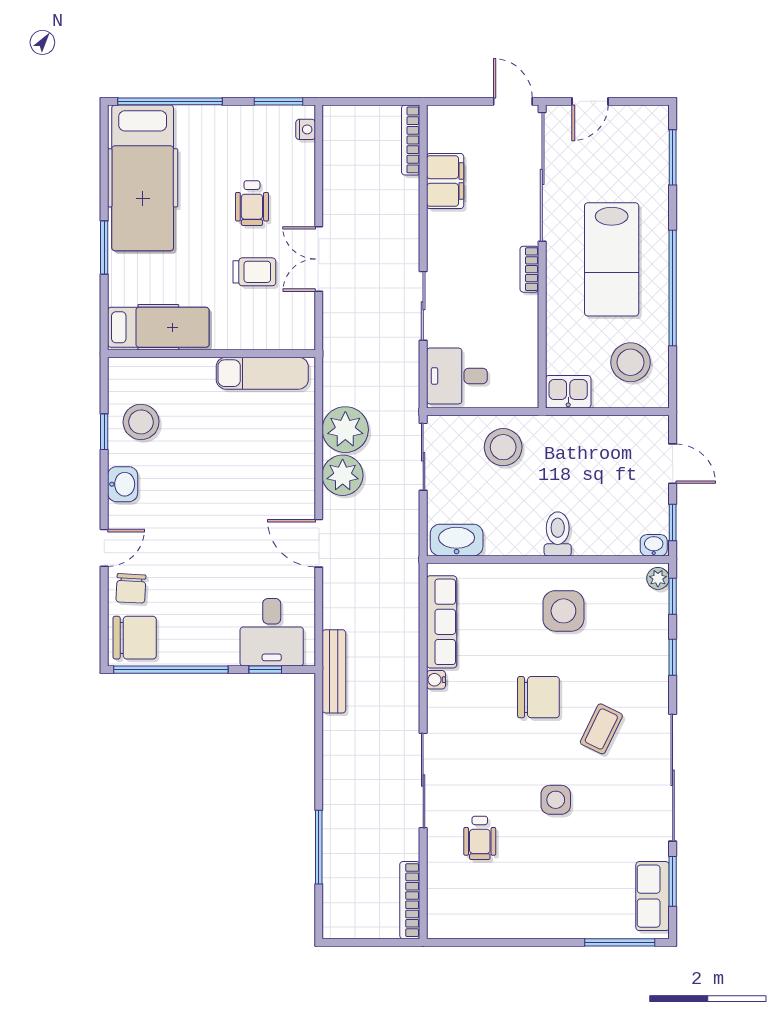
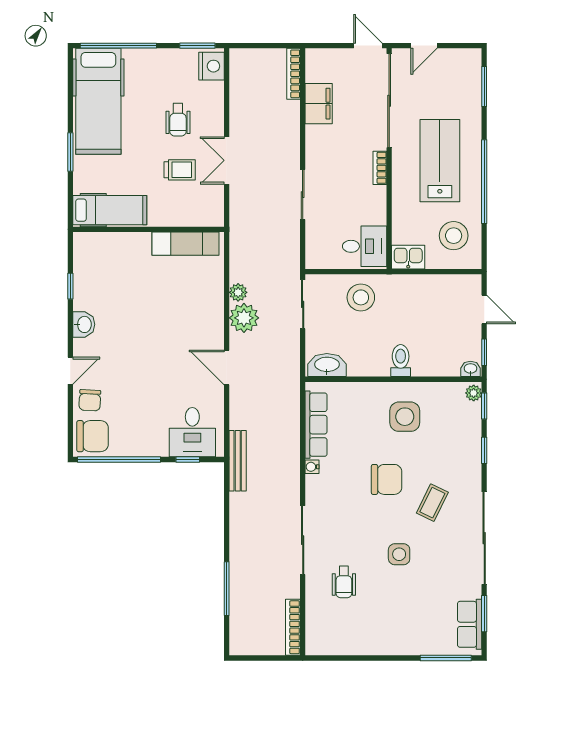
nightstand: (306, 129) -> (211, 66), width x1.89, depth x1.79
lab bench: (612, 259) -> (440, 161), turned 180
desk: (457, 376) -> (365, 246), moved, turned 180
stool: (141, 422) -> (97, 279), removed
plant: (345, 430) -> (238, 292), width x0.53, depth x0.53

